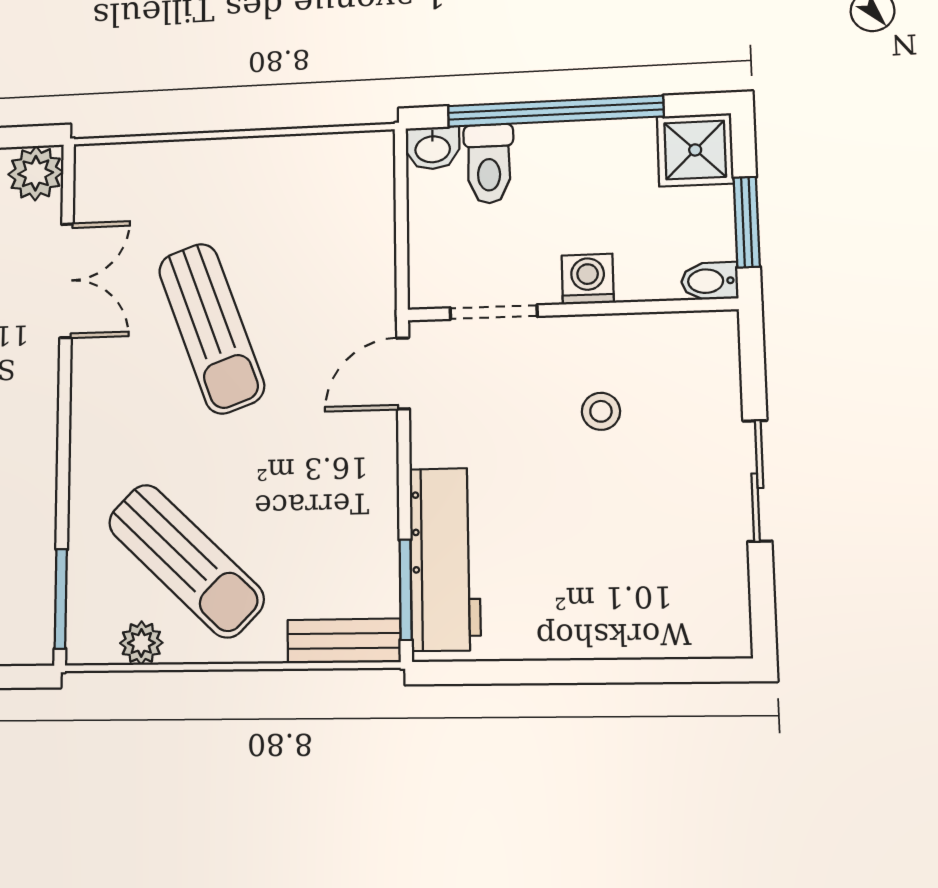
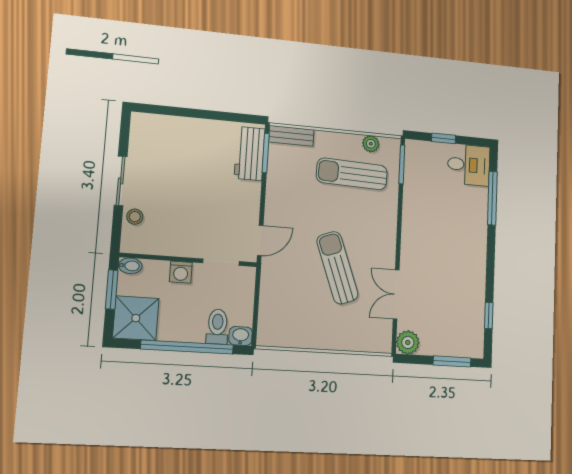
shower: (695, 150) -> (136, 318), width x1.36, depth x1.36
stool: (601, 411) -> (135, 217), moved
workbench: (445, 559) -> (250, 154), width x0.73
sun lounger: (186, 561) -> (352, 174), turned -42

